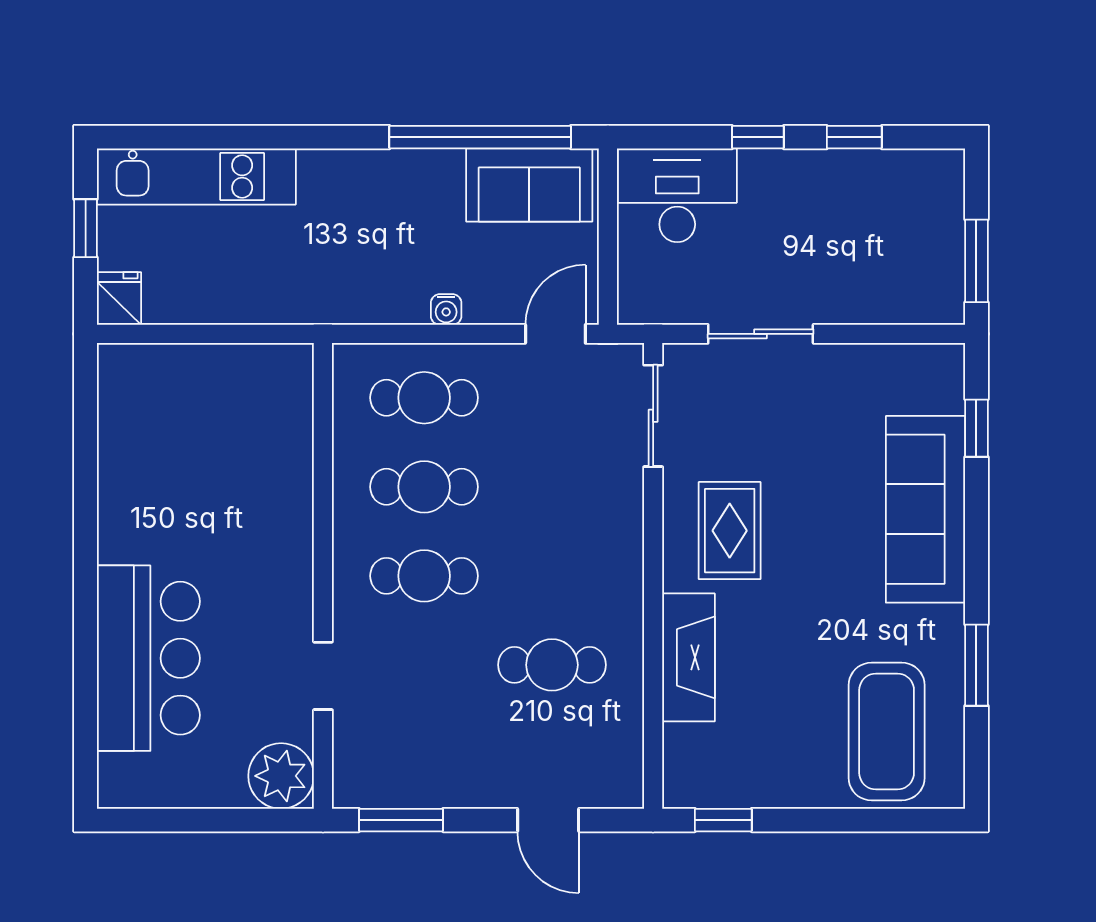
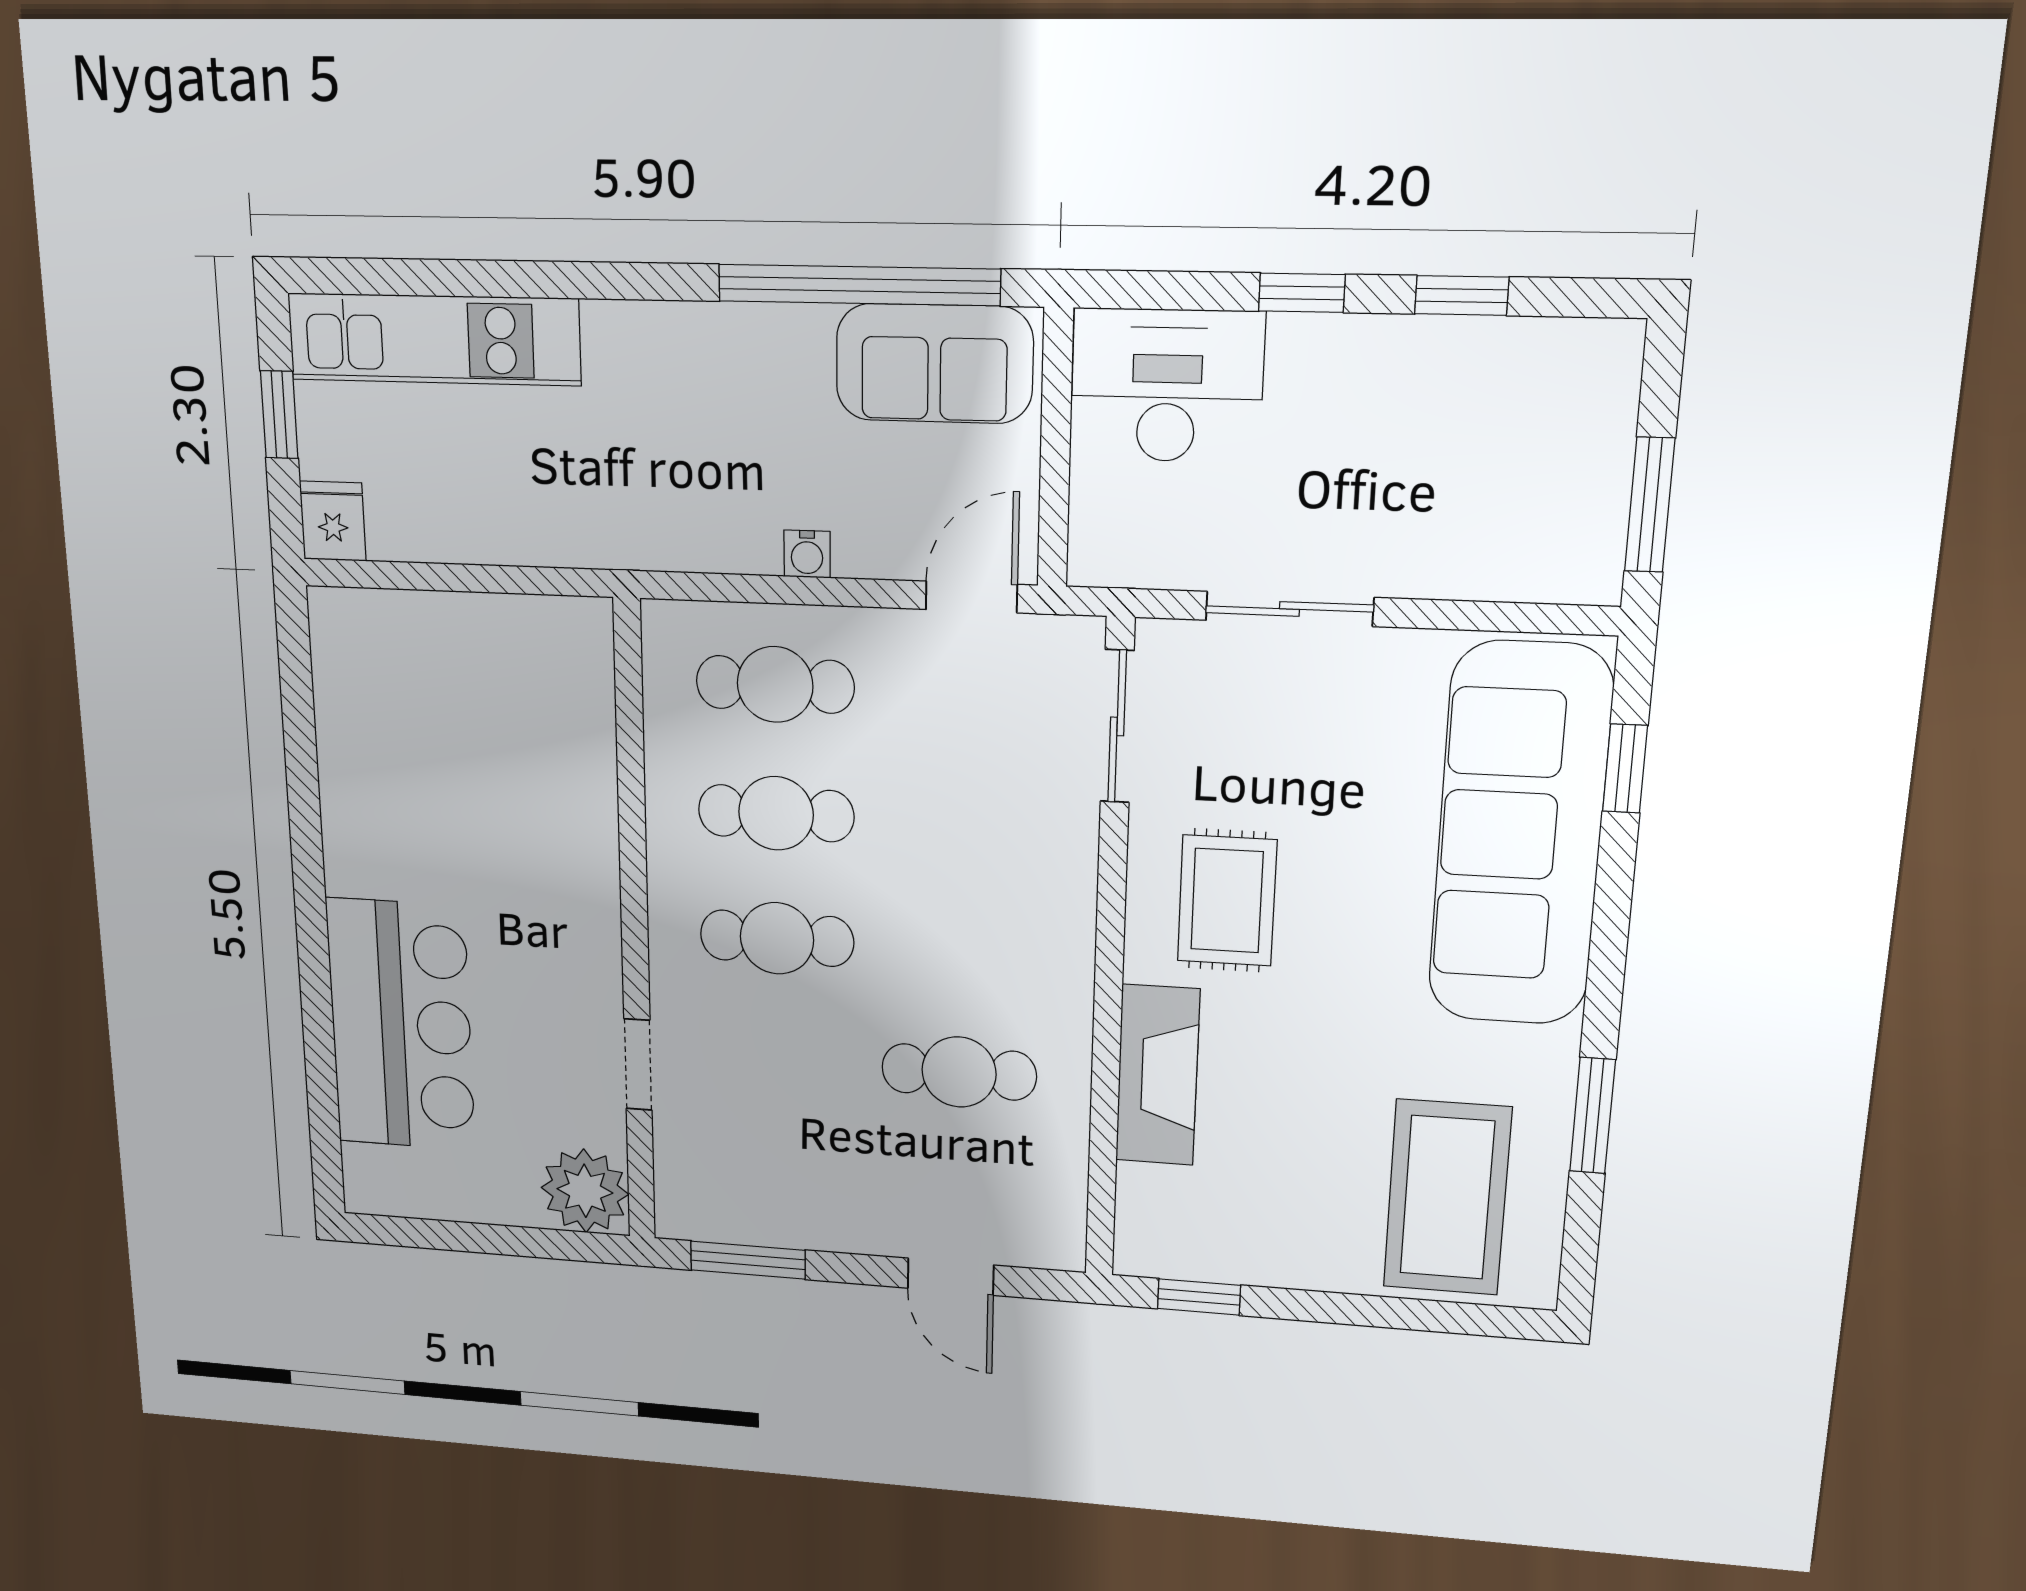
sofa: (925, 509) -> (1520, 835), width x1.36, depth x1.27

